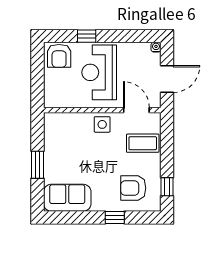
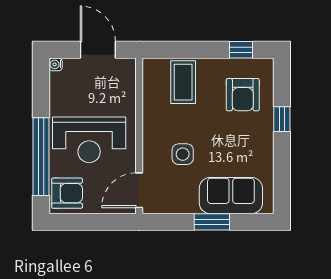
window: (87, 36) -> (41, 157), width x3.17
door: (136, 110) -> (139, 190), moved
side table: (102, 124) -> (183, 154), moved
sofa: (67, 198) -> (231, 196), moved, turned 90

